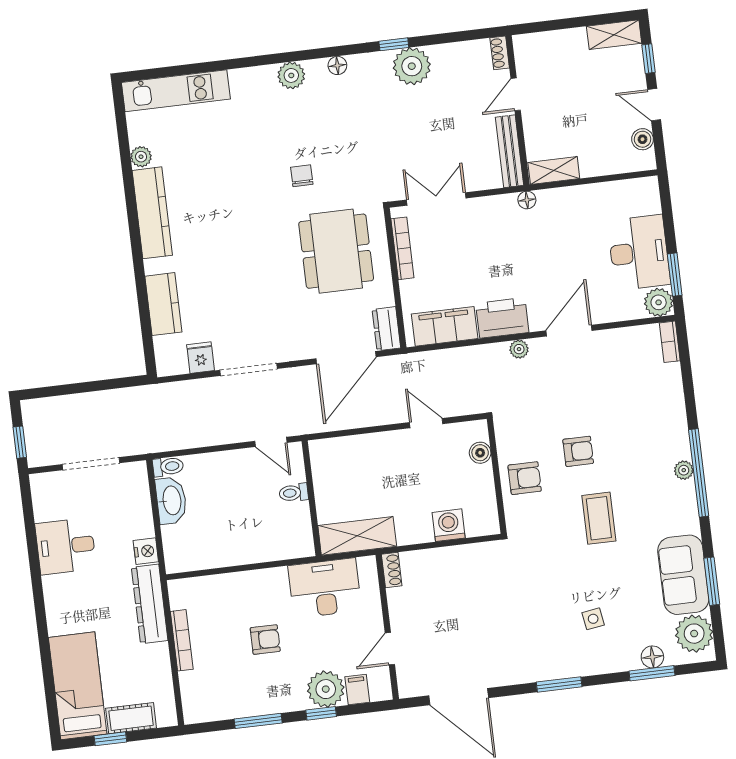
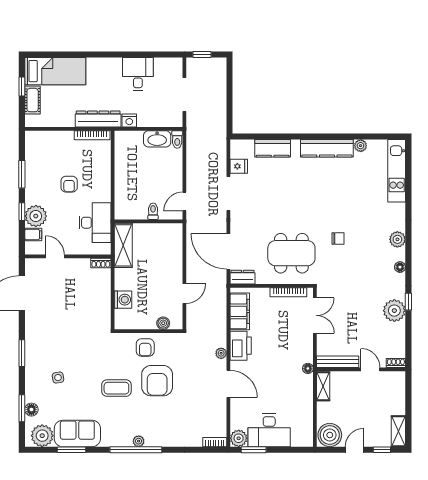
boiler: (642, 139) -> (330, 435), width x1.86, depth x1.86
armchair: (578, 451) -> (157, 381), width x1.88, depth x1.88
bookcase: (182, 640) -> (92, 135), moved

